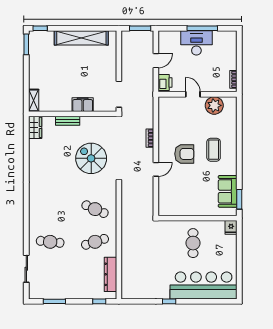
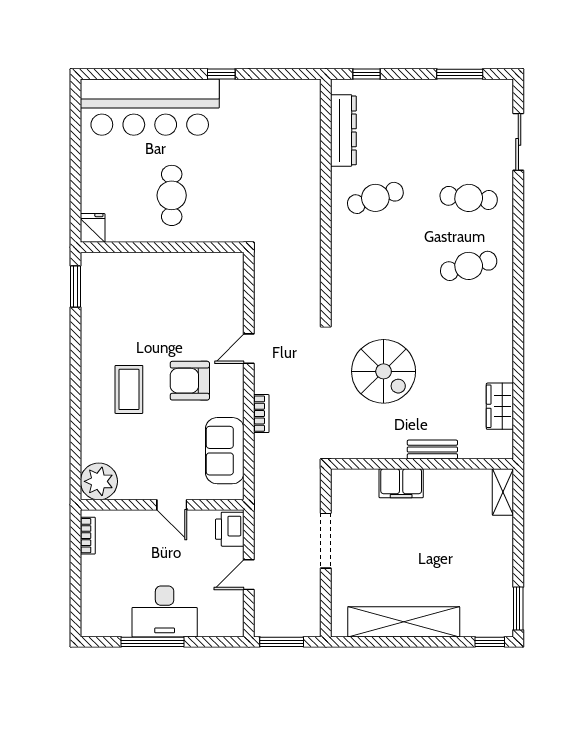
doorway: (119, 94) -> (326, 541), moved
plant: (214, 105) -> (99, 481), moved
wardrobe: (35, 127) -> (500, 406), moved
sofa: (228, 191) -> (225, 451), moved, turned 180
cafe table: (95, 209) -> (469, 266), moved, turned -39

